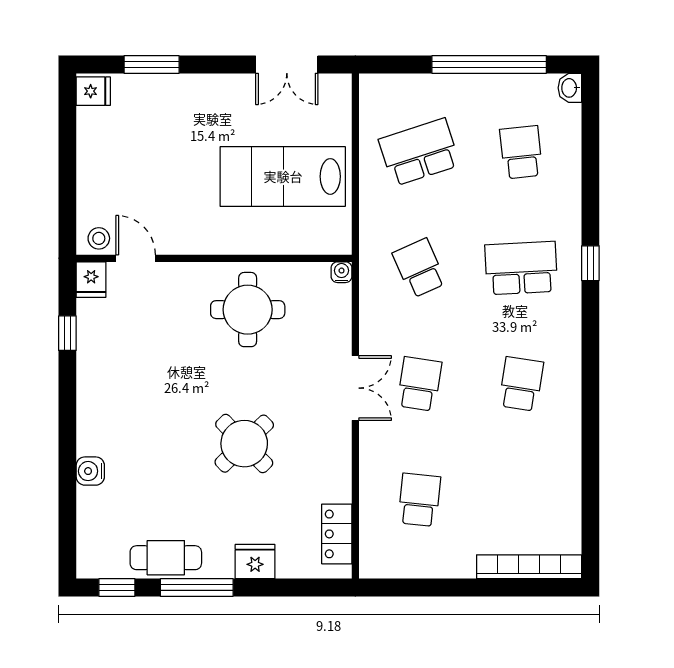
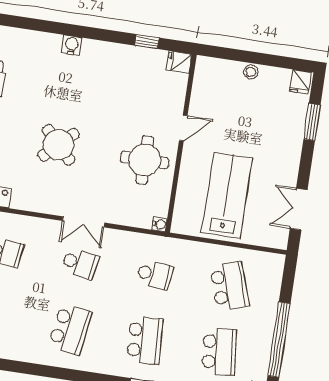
school desk: (521, 152) -> (219, 352), width x1.85
stool: (99, 238) -> (251, 72), moved
door: (136, 258) -> (183, 128), moved
school desk: (419, 268) -> (155, 275), turned 30
school desk: (521, 384) -> (70, 329), width x1.85
water cooler: (90, 471) -> (72, 45), moved

